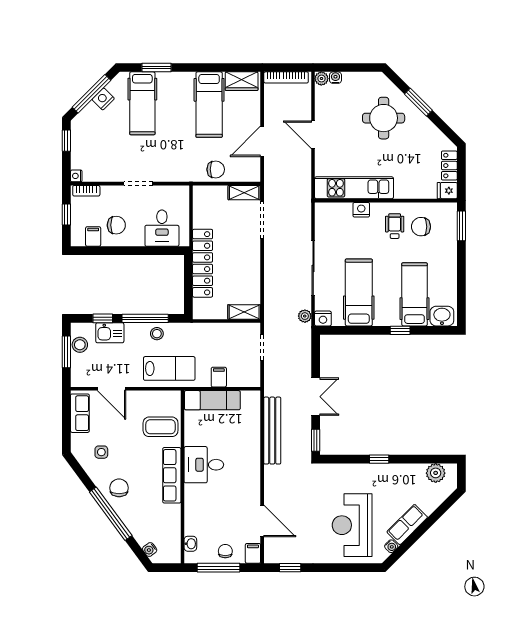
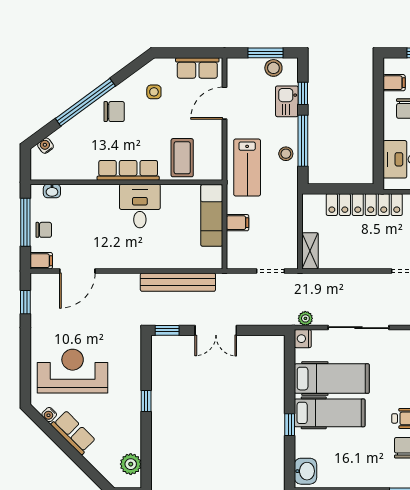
hospital bed: (415, 294) -> (330, 413), moved

